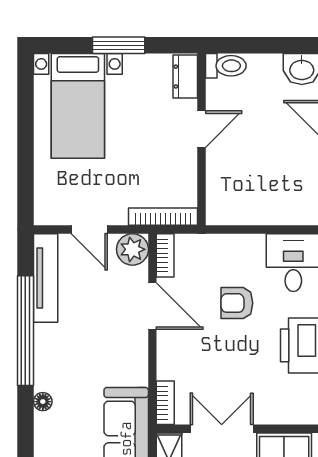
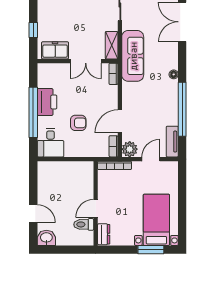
window: (119, 45) -> (151, 250), moved
toilet: (226, 66) -> (84, 224), moved
door: (89, 230) -> (151, 159), hinge flipped
tv unit: (46, 278) -> (172, 142), width x0.71
door: (152, 306) -> (120, 121), hinge flipped

